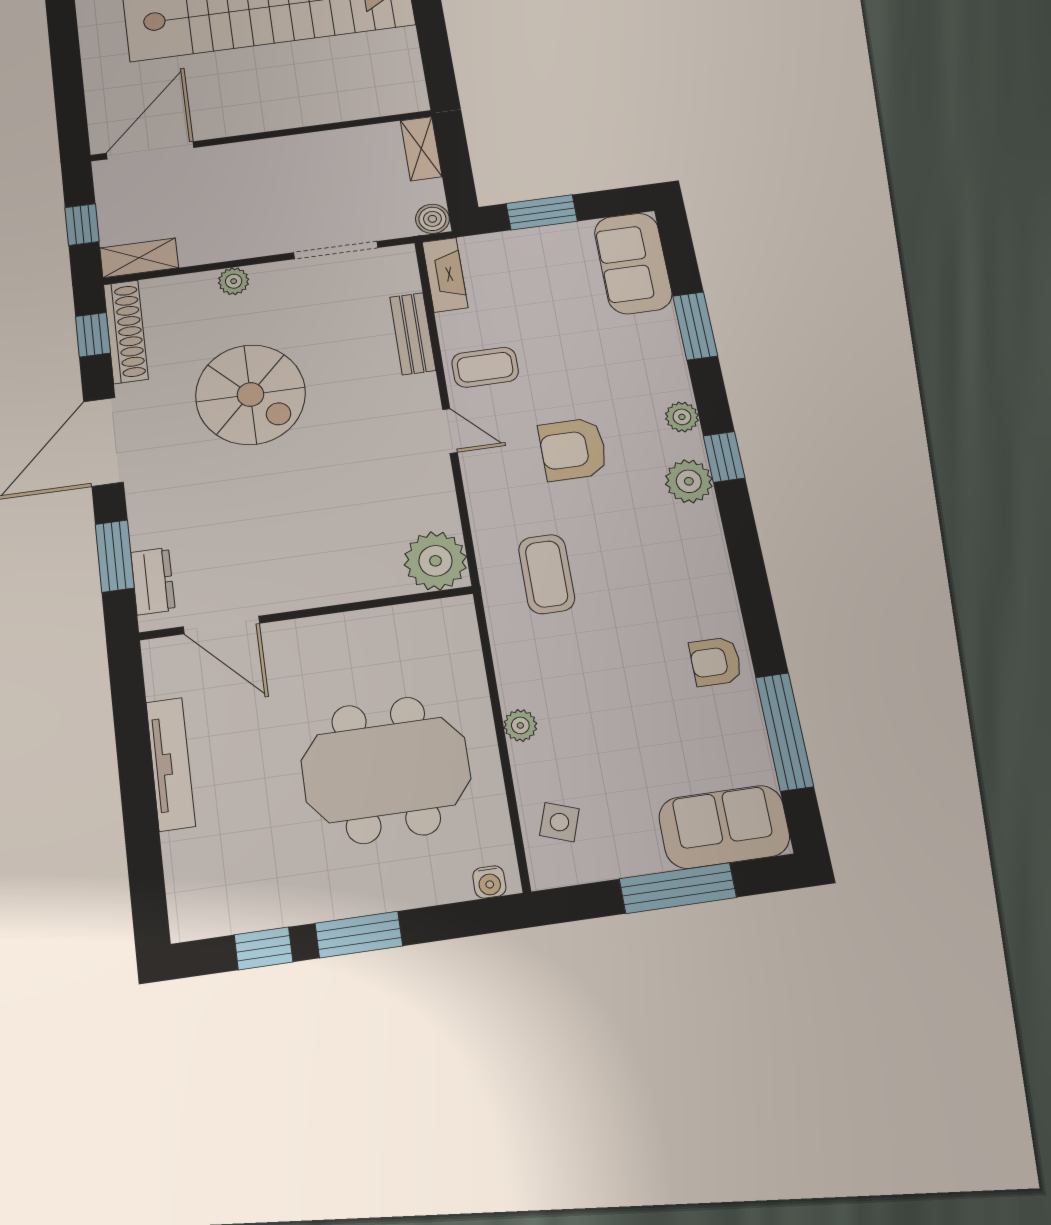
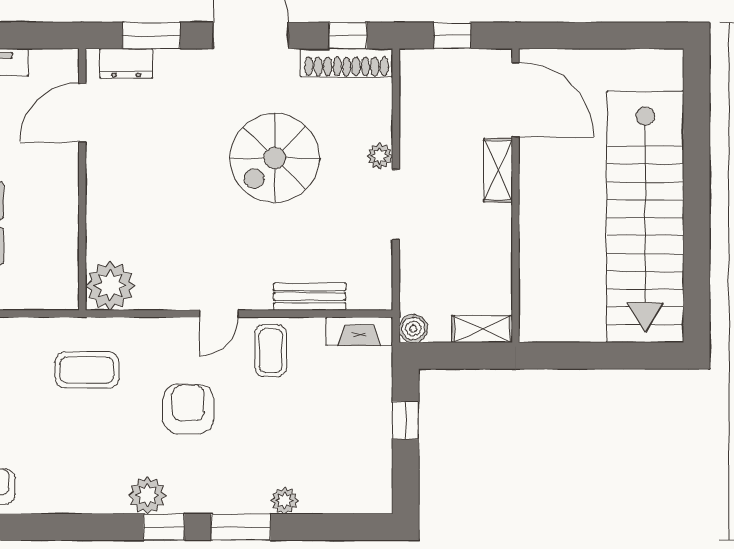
window: (542, 212) -> (406, 420), width x0.67
doorway: (336, 250) -> (396, 205), moved
shelving: (139, 258) -> (498, 170), moved
sofa: (633, 263) -> (347, 487), removed
window: (695, 326) -> (241, 527), moved
plant: (682, 417) -> (285, 501), moved

